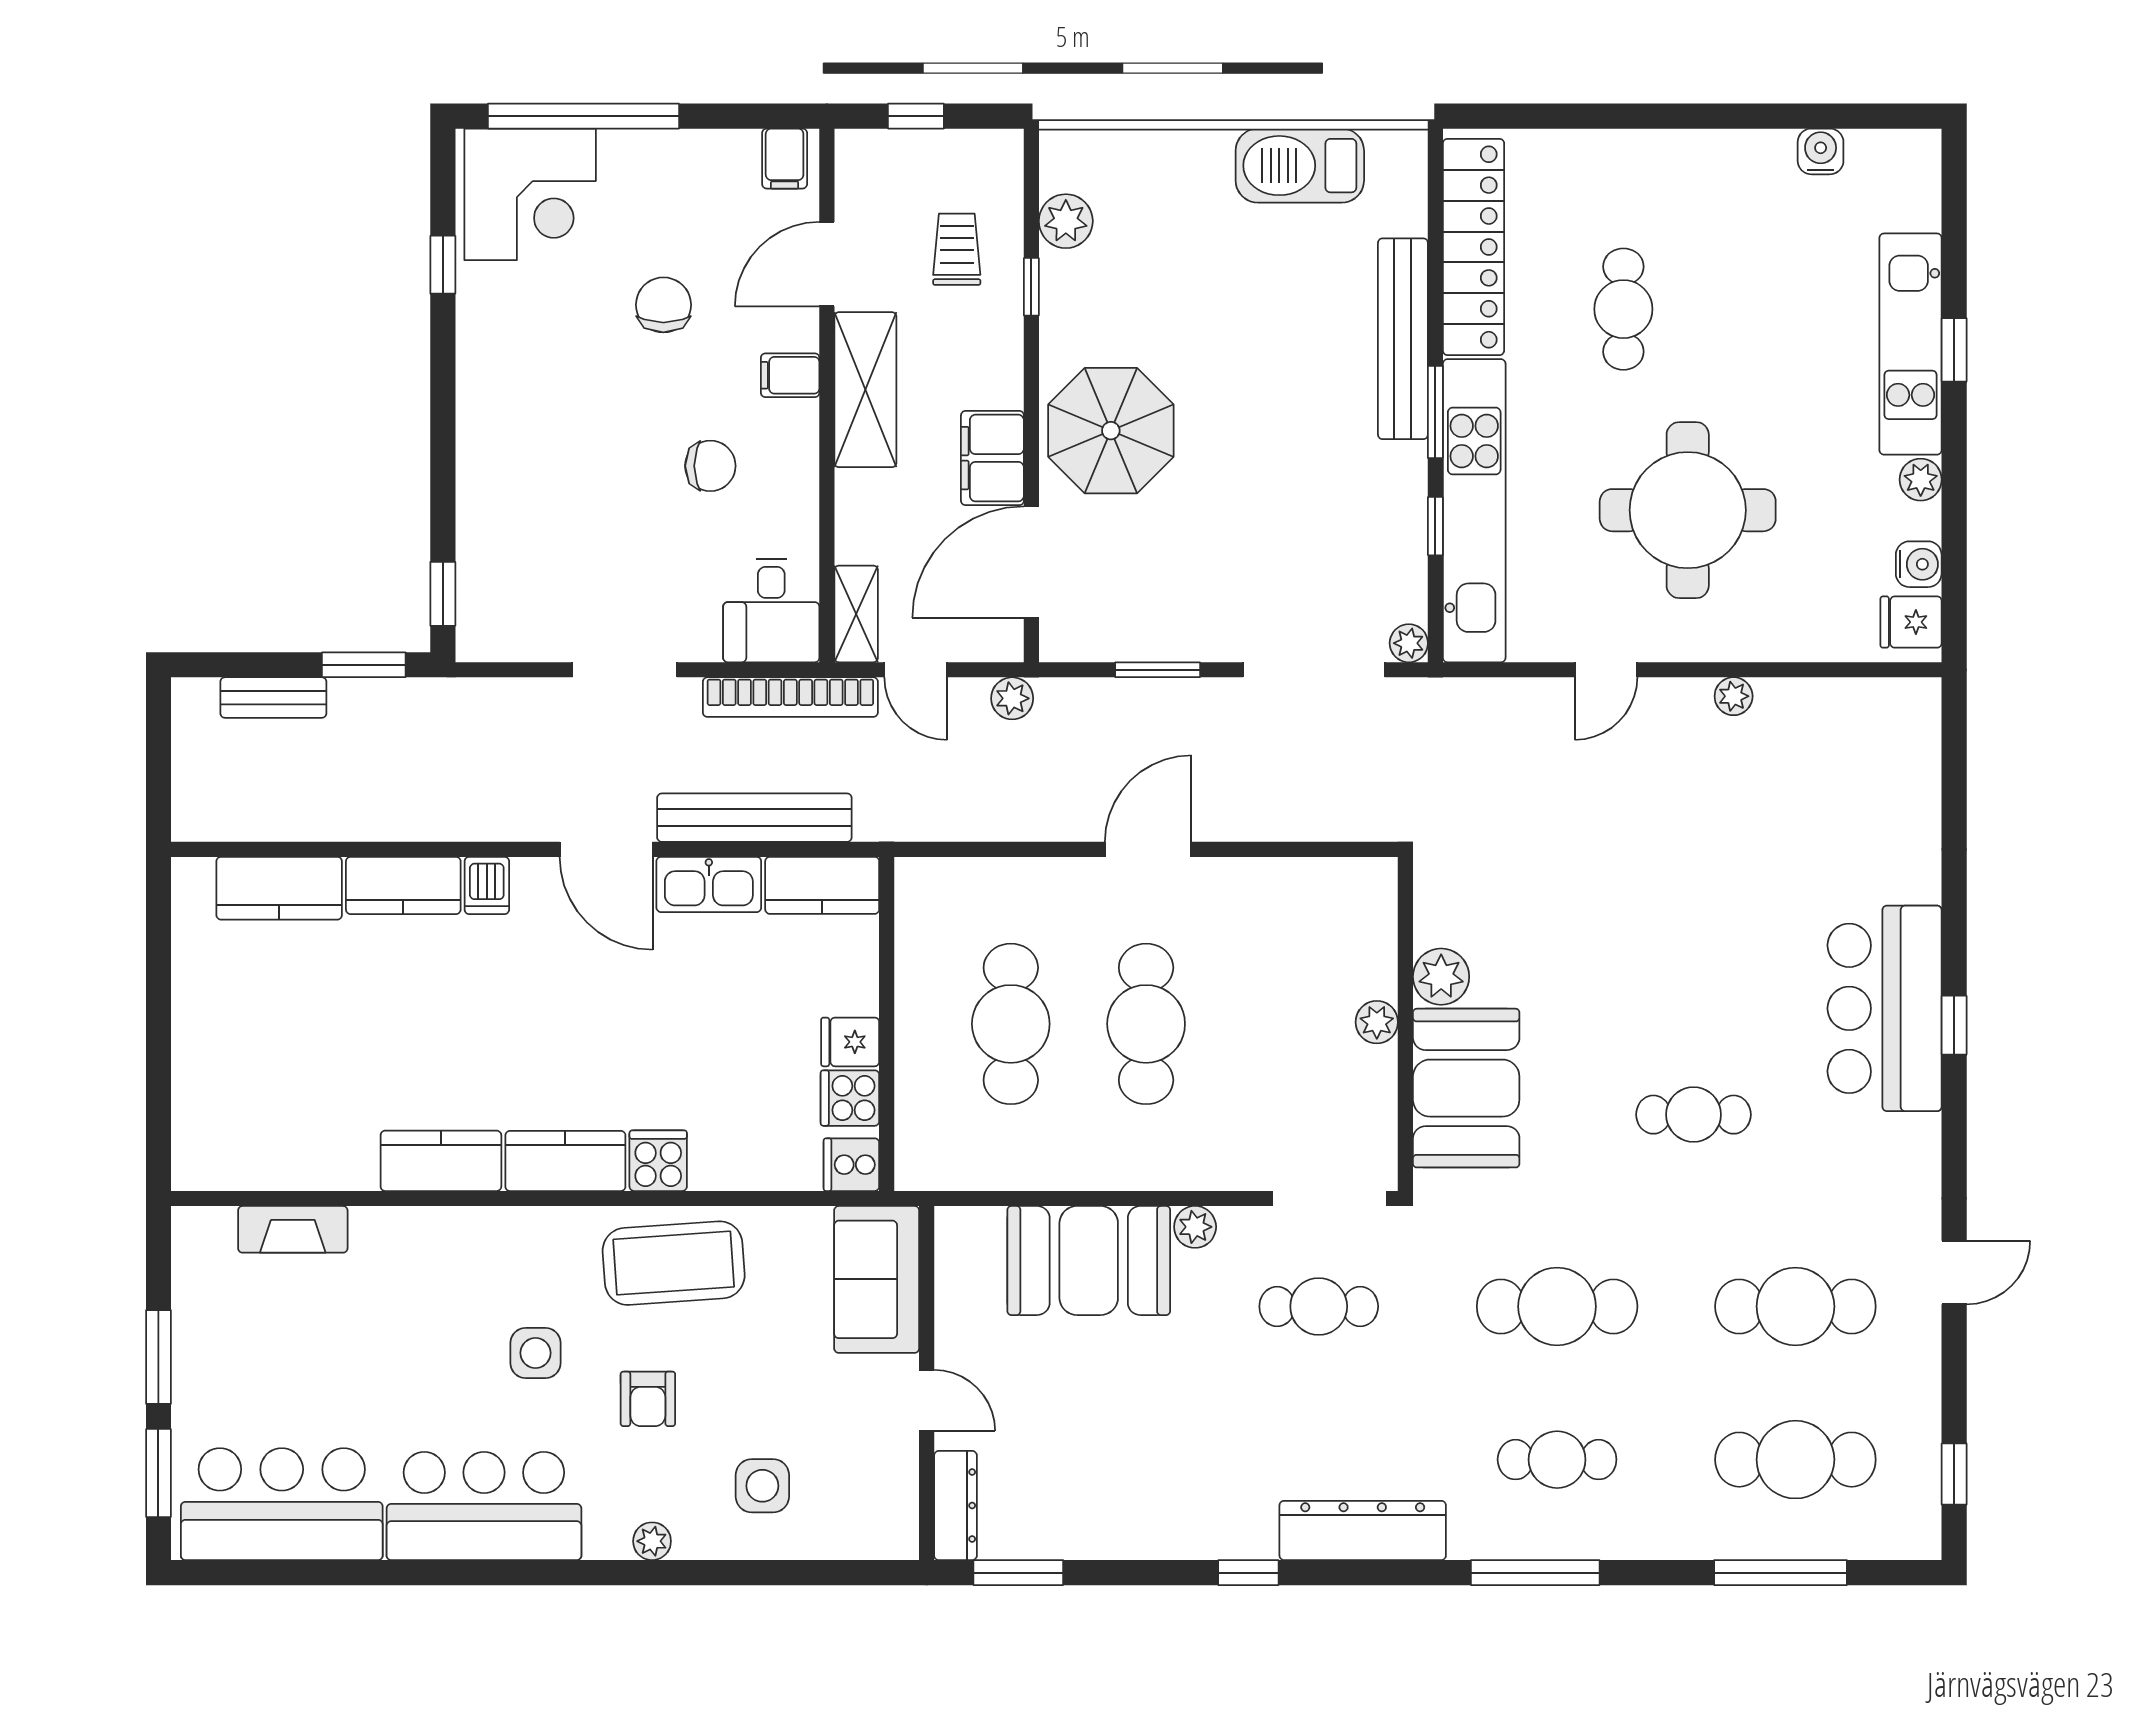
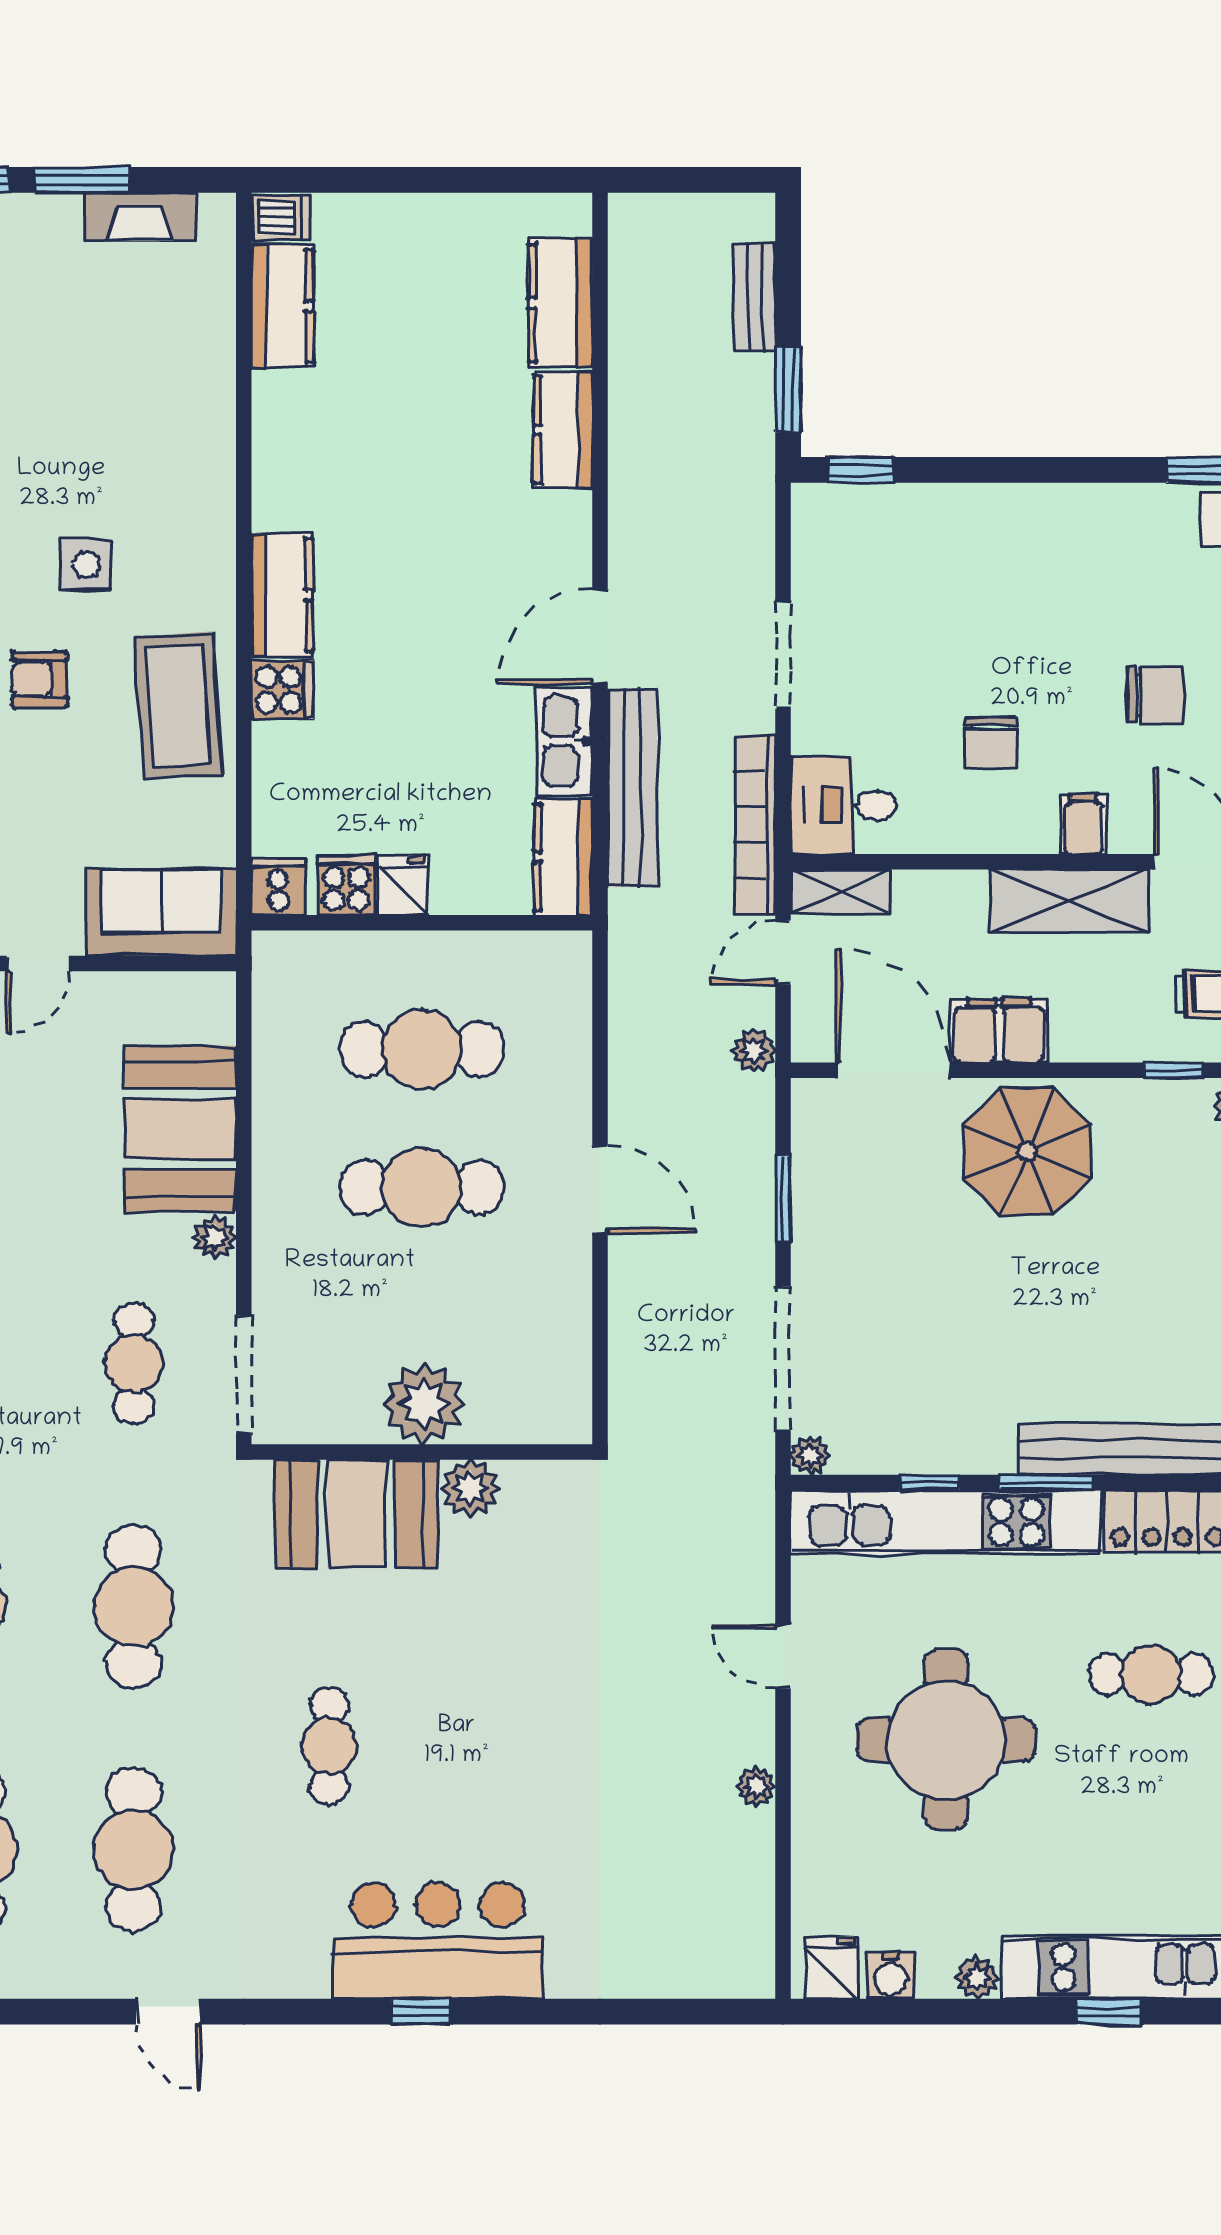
dishwasher: (487, 885) -> (281, 217), moved, turned 180
plant: (1377, 1022) -> (424, 1404), width x1.87, depth x1.87
kitchen counter: (441, 1161) -> (282, 306), moved
fireplace: (293, 1229) -> (140, 217), moved, turned -90

